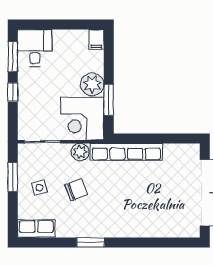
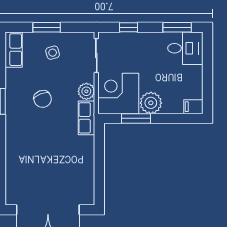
window: (13, 92) -> (128, 27), moved
row of seats: (126, 152) -> (87, 118), width x0.50
window: (13, 177) -> (47, 27), moved
chair: (76, 190) -> (43, 99), moved

